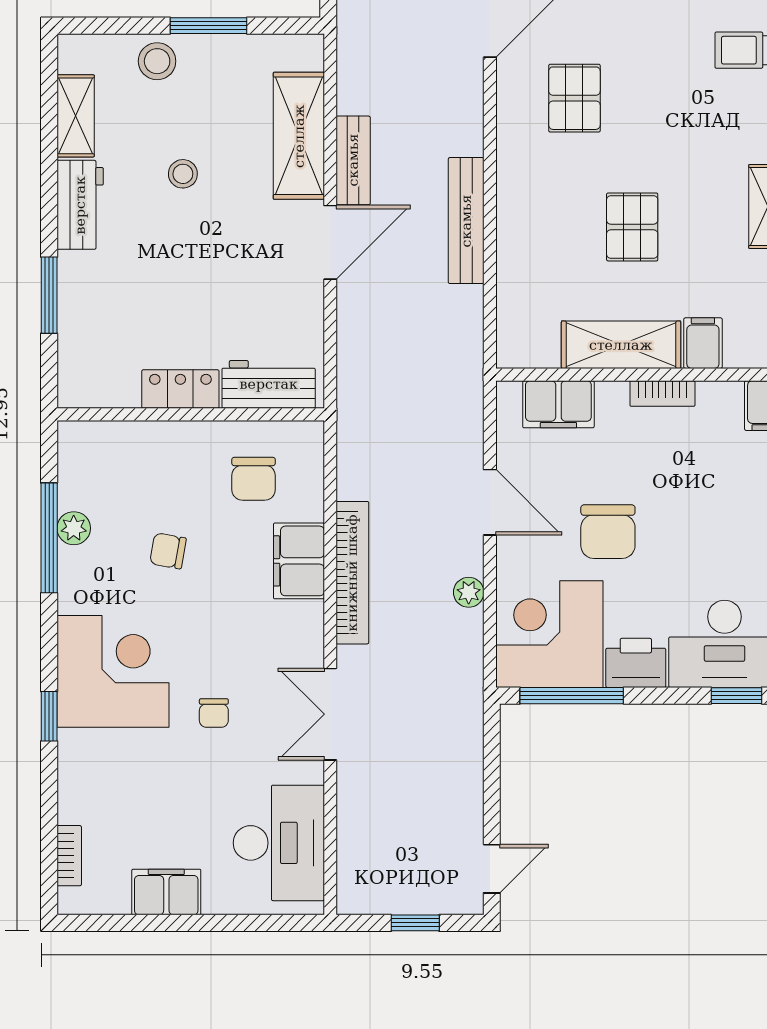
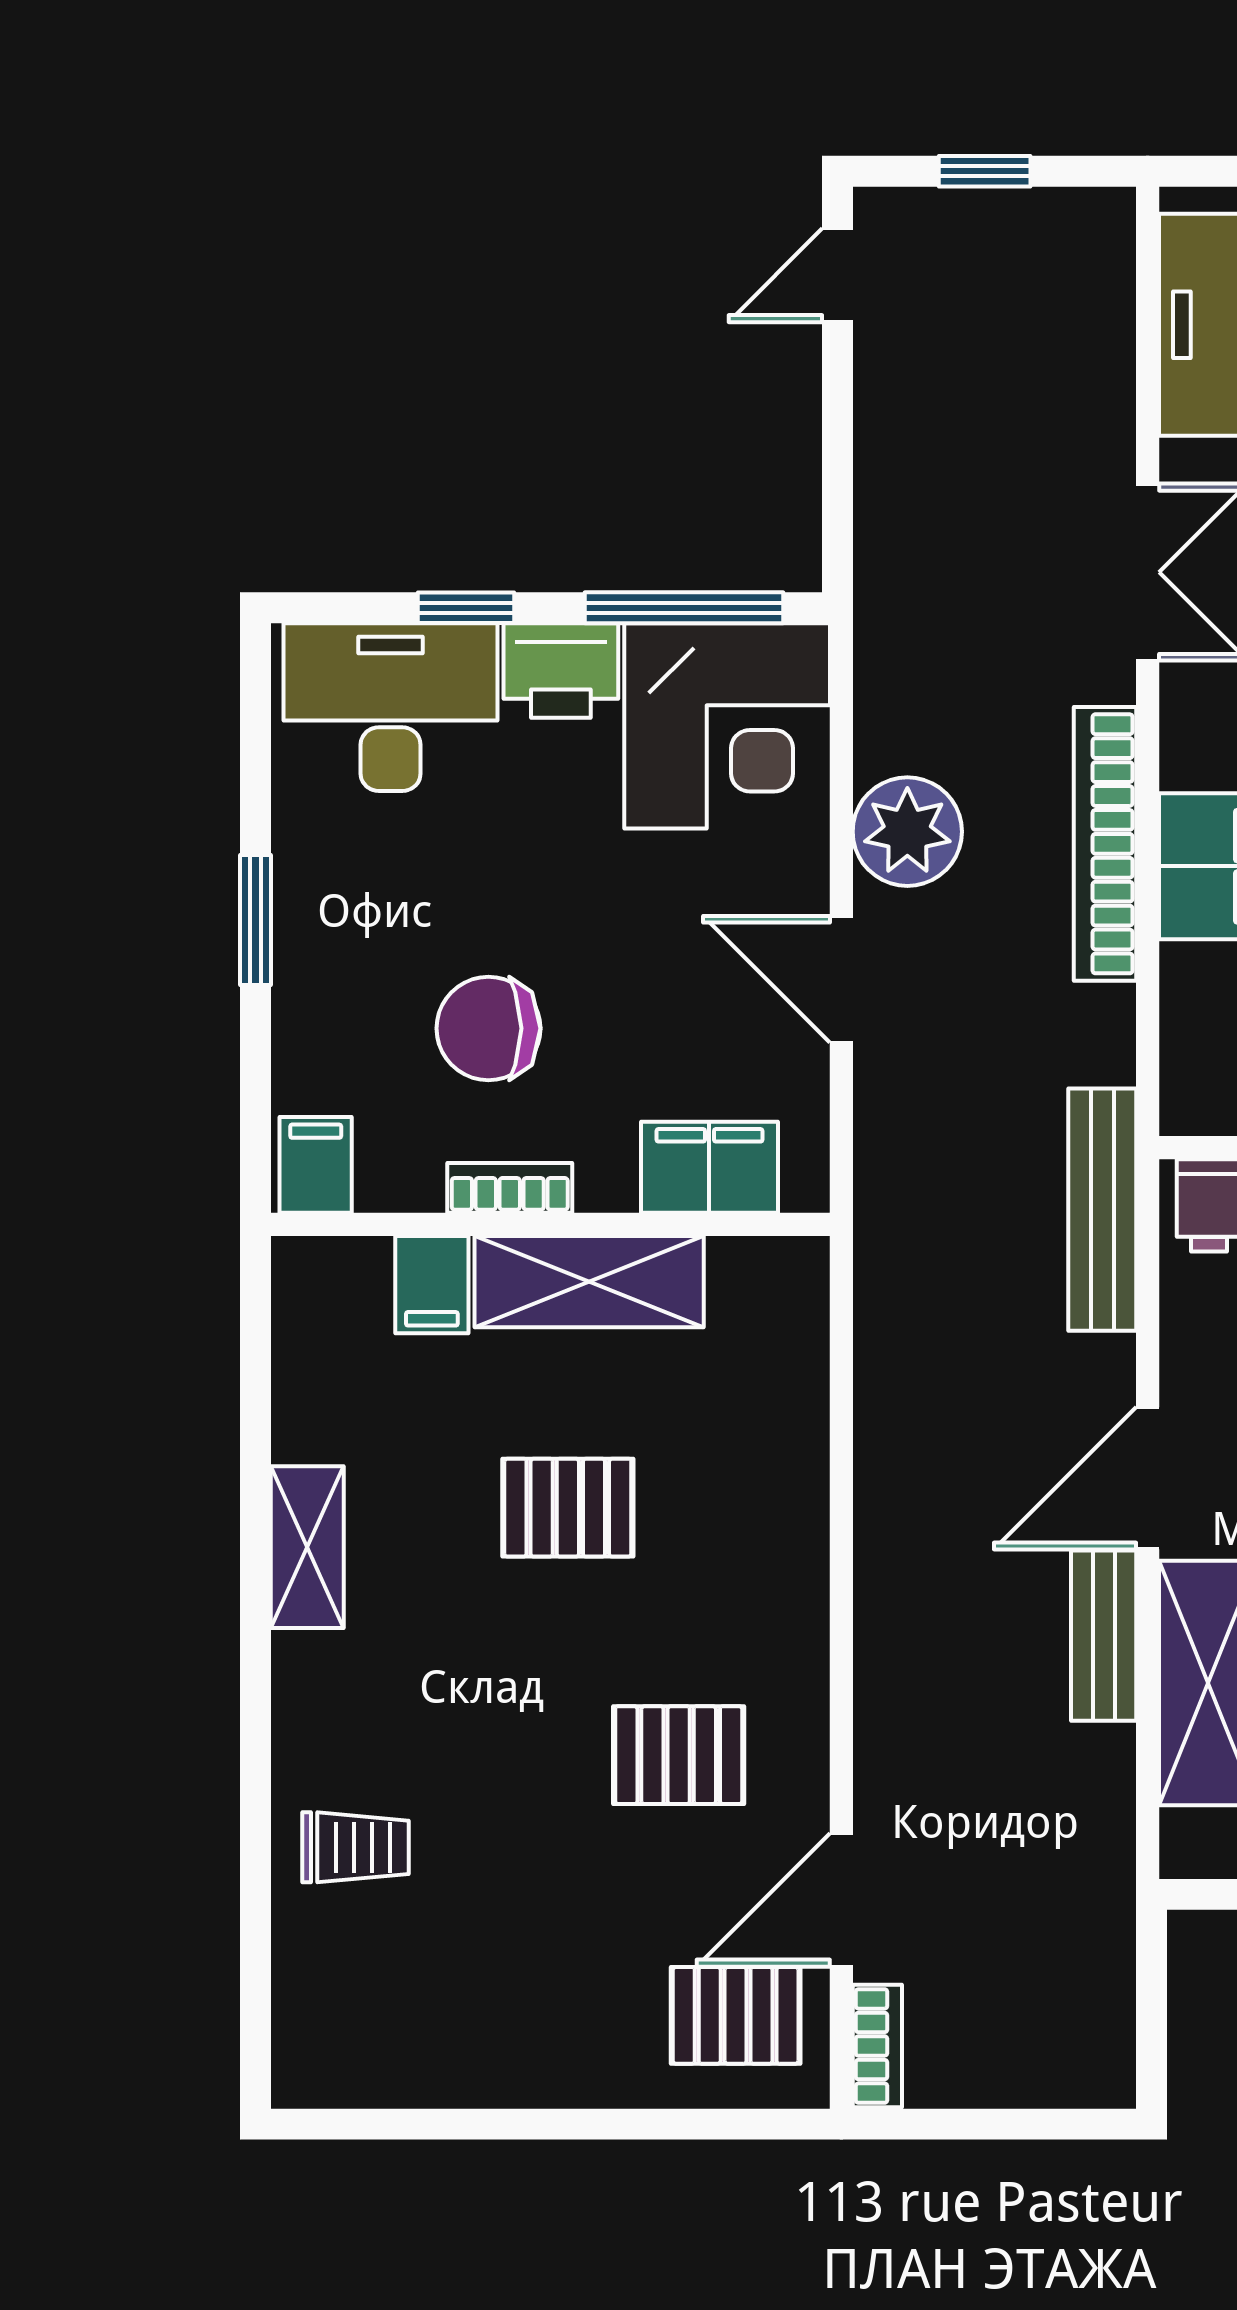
pallet: (574, 98) -> (679, 1755), turned 90
bench: (466, 221) -> (1102, 1210), moved
pallet: (632, 227) -> (568, 1508), turned 90
chair: (608, 532) -> (488, 1028), moved, turned -90
plant: (469, 592) -> (907, 832), width x1.88, depth x1.88
window: (736, 696) -> (466, 608), moved

